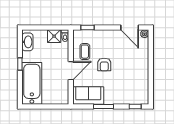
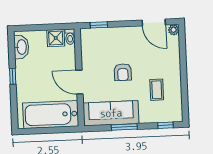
coffee table: (85, 52) -> (157, 90), moved
door: (71, 71) -> (79, 82), swing flipped
bathtub: (32, 83) -> (51, 115), moved, turned -90
sofa: (88, 96) -> (111, 113), width x1.36

